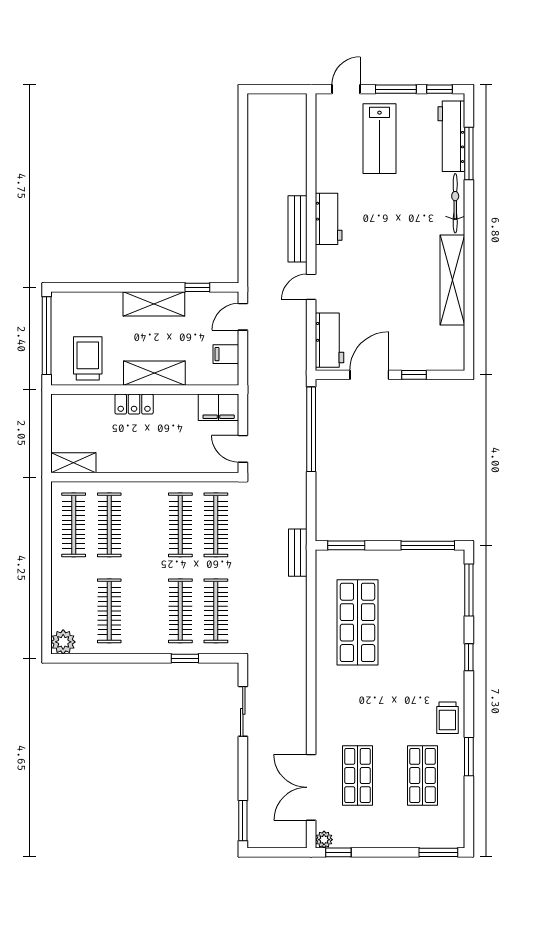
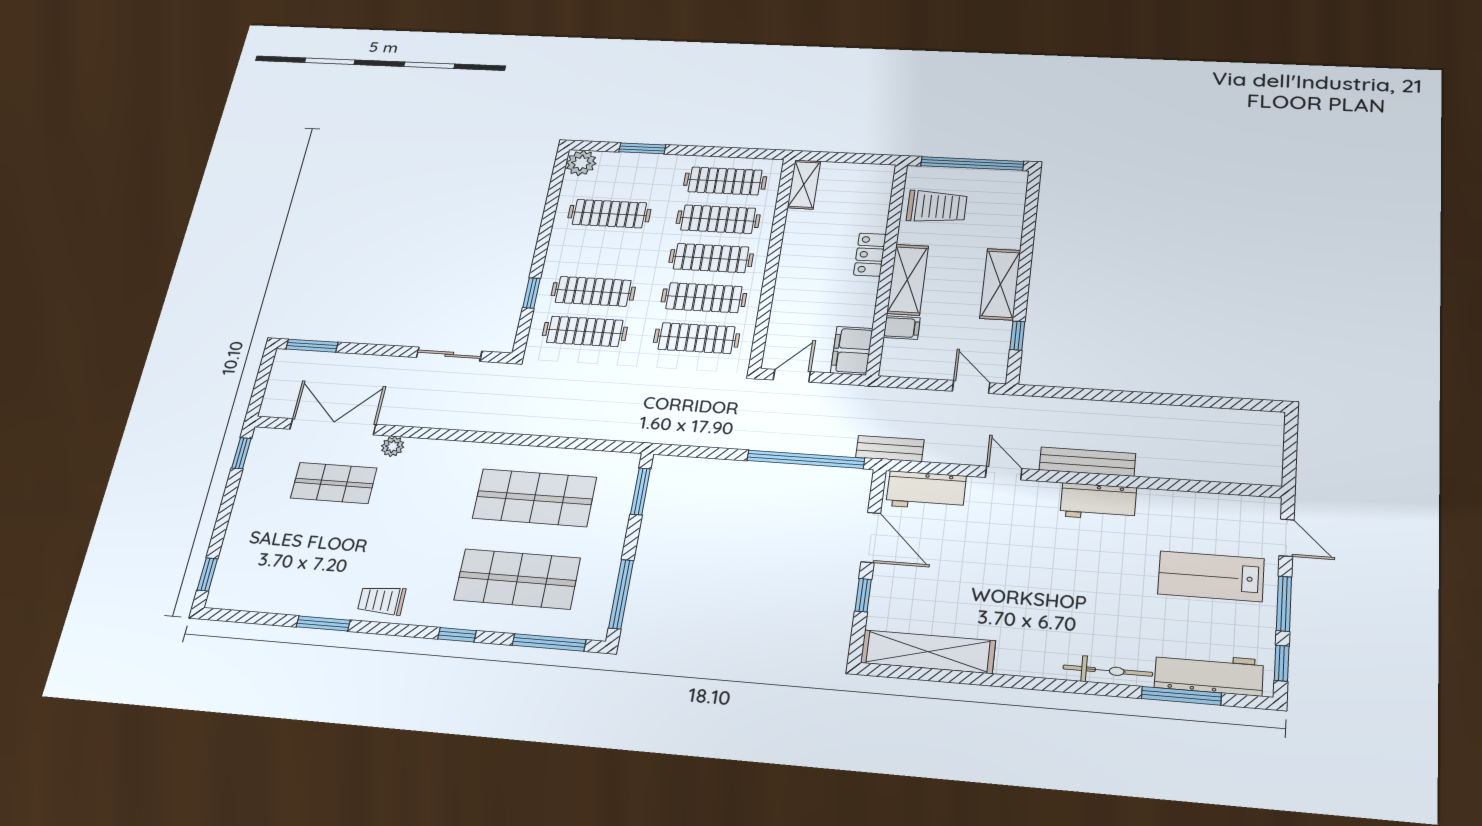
shelving: (452, 280) -> (928, 652), moved
filing cabinet: (226, 354) -> (902, 328), moved, turned 90
clothes rail: (145, 525) -> (711, 258), added
bench: (298, 553) -> (890, 449), moved
window: (47, 595) -> (642, 148), added
shop shelf: (423, 776) -> (517, 579), moved, width x1.43, depth x1.36
plant: (324, 840) -> (393, 446), moved
window: (438, 852) -> (207, 574), width x0.67

